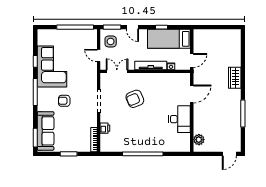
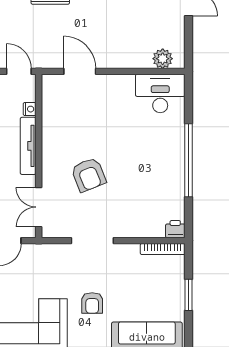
desk: (180, 119) -> (160, 93), moved
printer: (105, 128) -> (175, 229), moved

